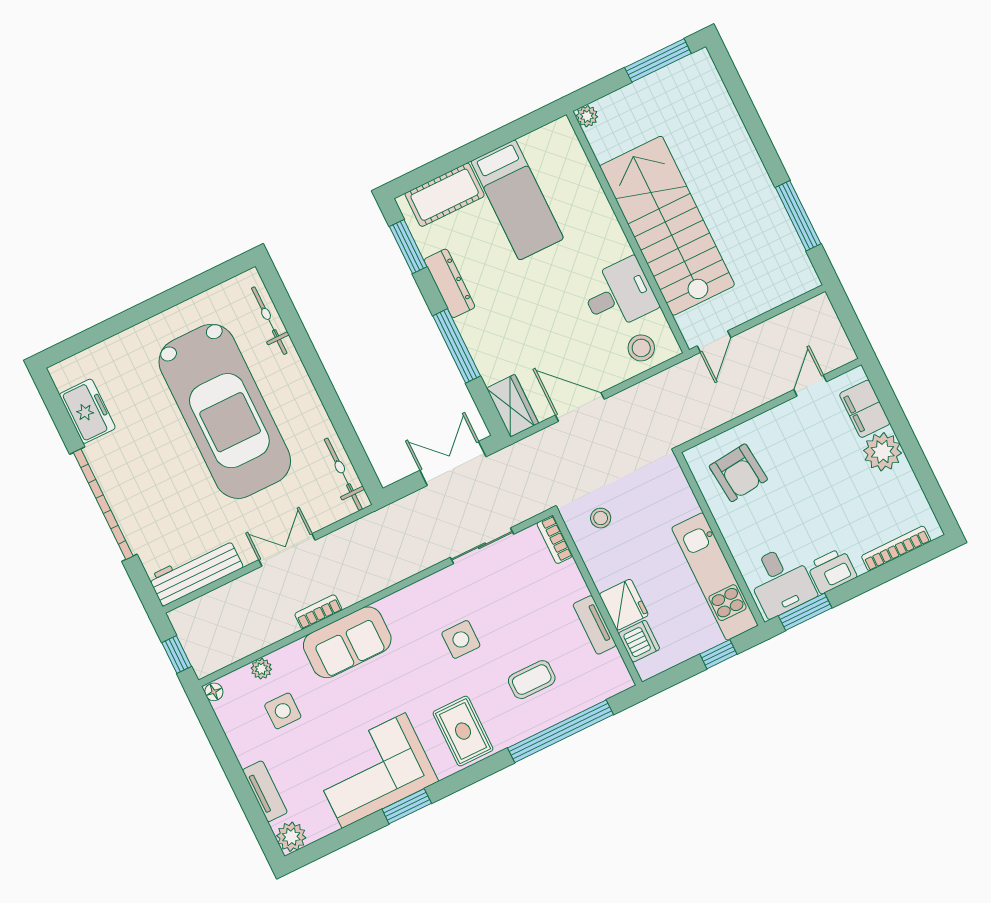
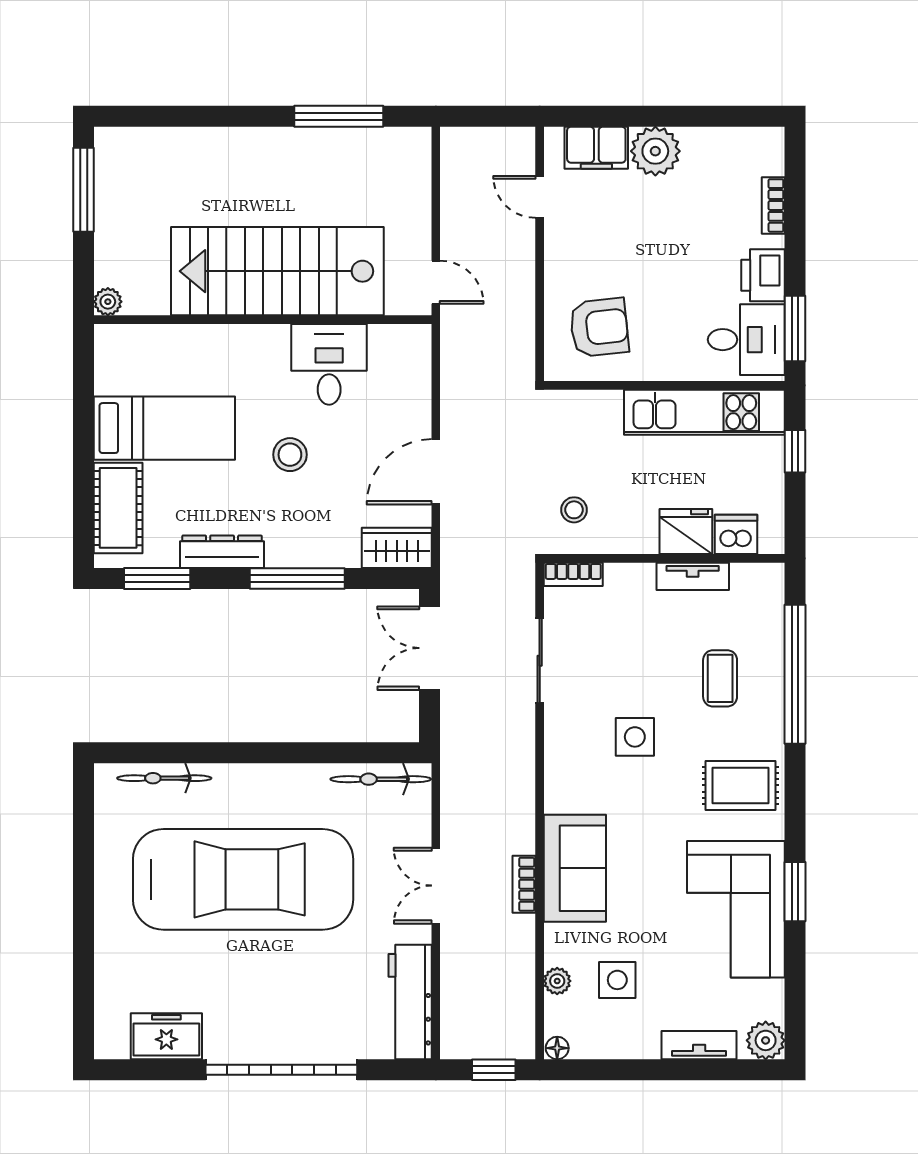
stool: (641, 348) -> (290, 455), moved
bookcase: (896, 548) -> (773, 205), width x0.64

